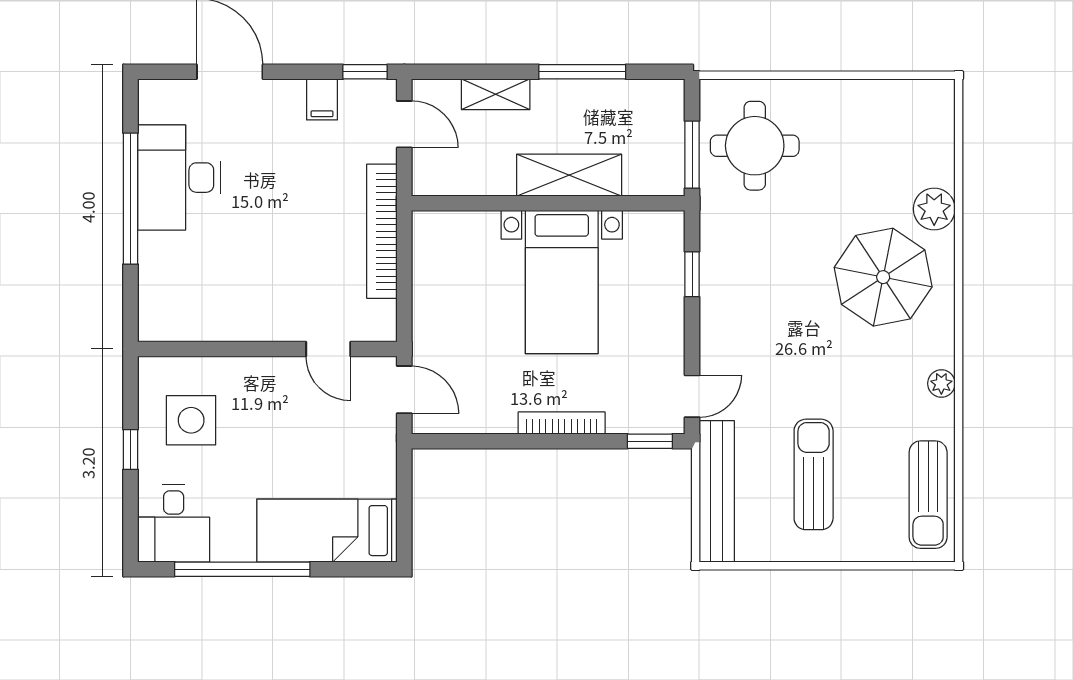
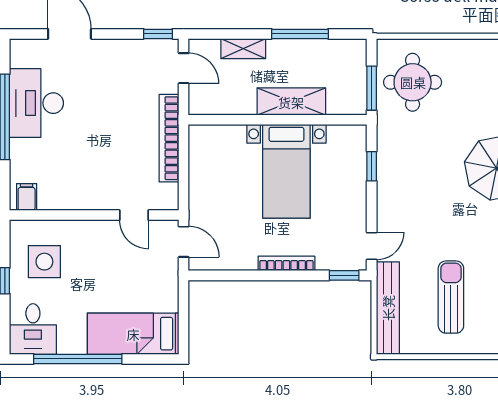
filing cabinet: (322, 99) -> (27, 197), moved, turned 180

